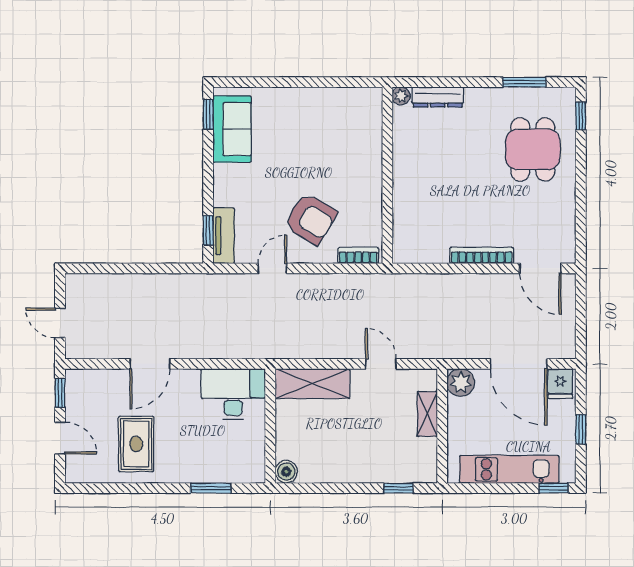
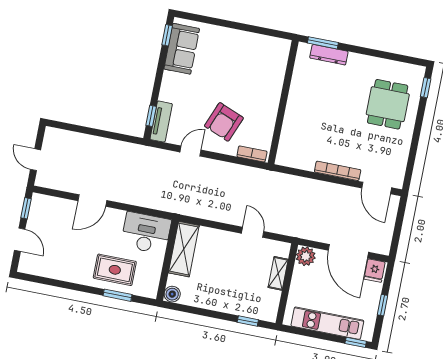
window: (524, 82) -> (323, 43), moved
plant: (401, 96) -> (304, 49), removed
armchair: (311, 219) -> (224, 122), turned 81
shelving: (312, 384) -> (184, 249), moved, turned 90
rug: (136, 444) -> (115, 270), moved, turned 90

